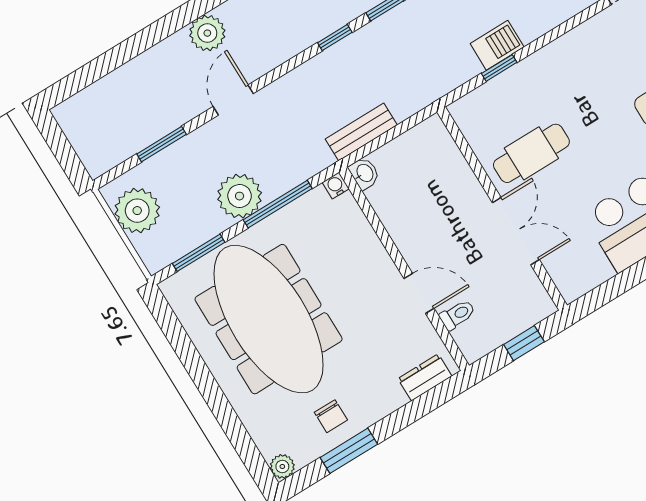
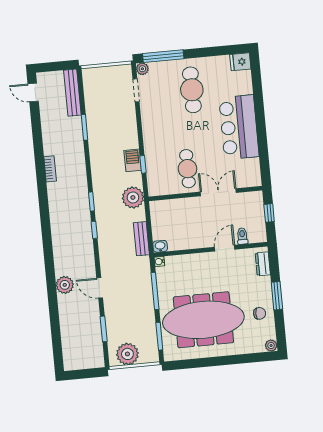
plant: (240, 196) -> (133, 197), moved
window: (349, 451) -> (277, 296), moved

